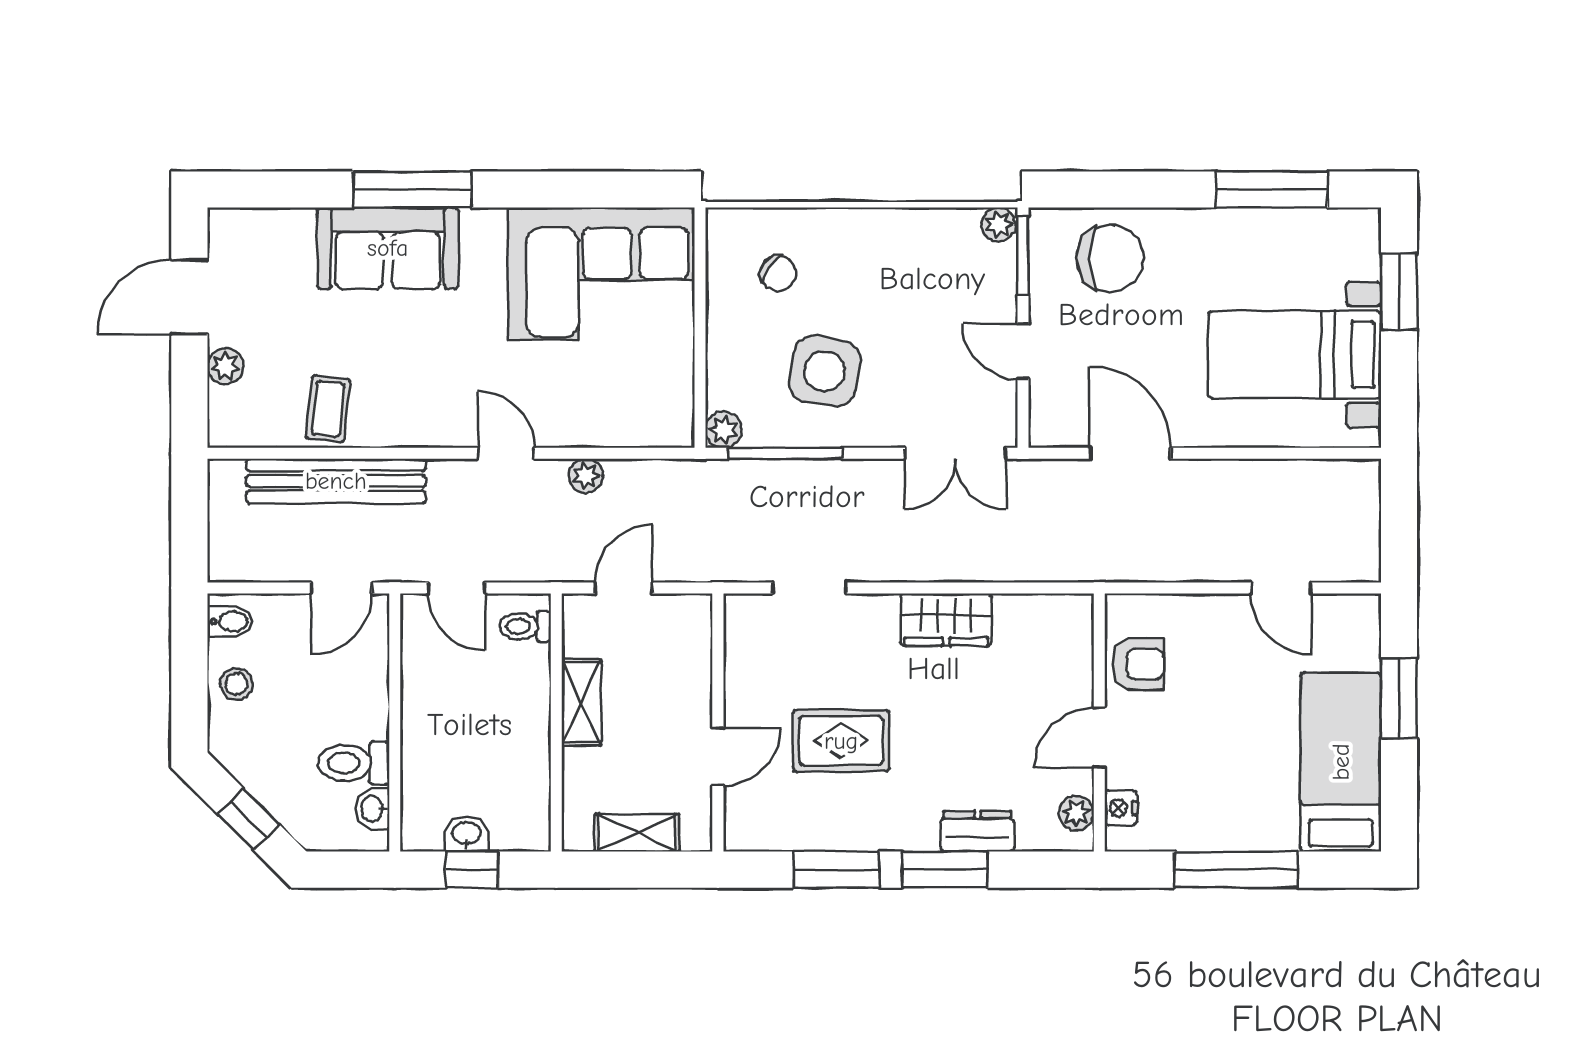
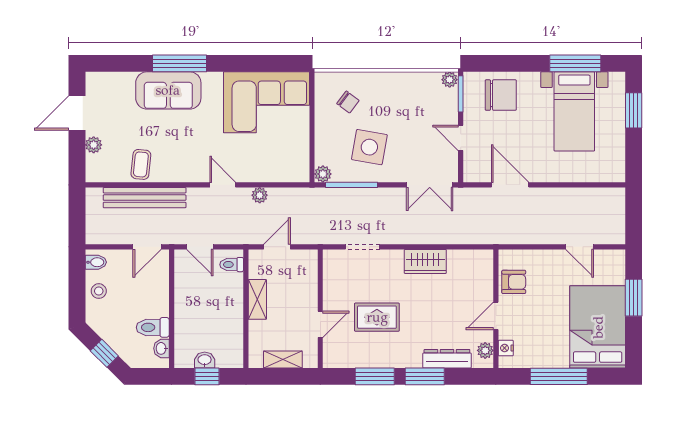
bed with nightstands: (1295, 355) -> (574, 111), moved, turned -90
bed: (1341, 762) -> (598, 327), width x1.50
dresser: (977, 831) -> (447, 359), width x1.44

